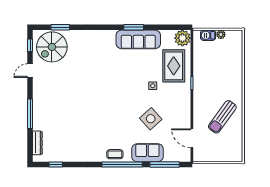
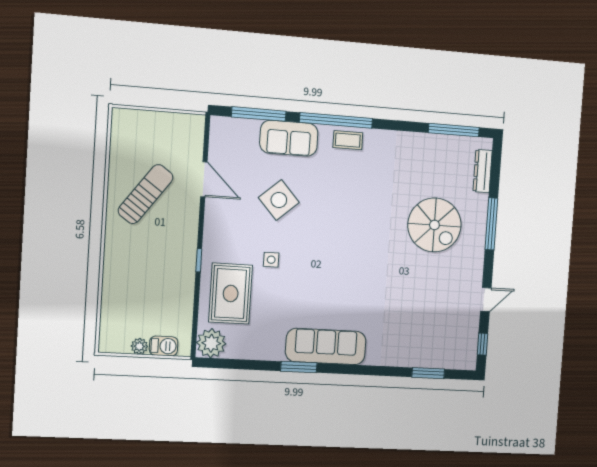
sofa: (138, 39) -> (326, 347), moved
spiral stairs: (52, 47) -> (434, 225), moved, turned 90
door: (192, 138) -> (204, 179), moved
window: (56, 165) -> (454, 130), width x2.17

